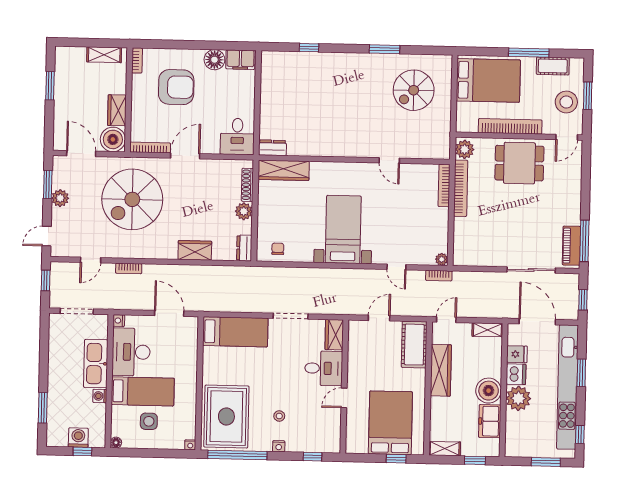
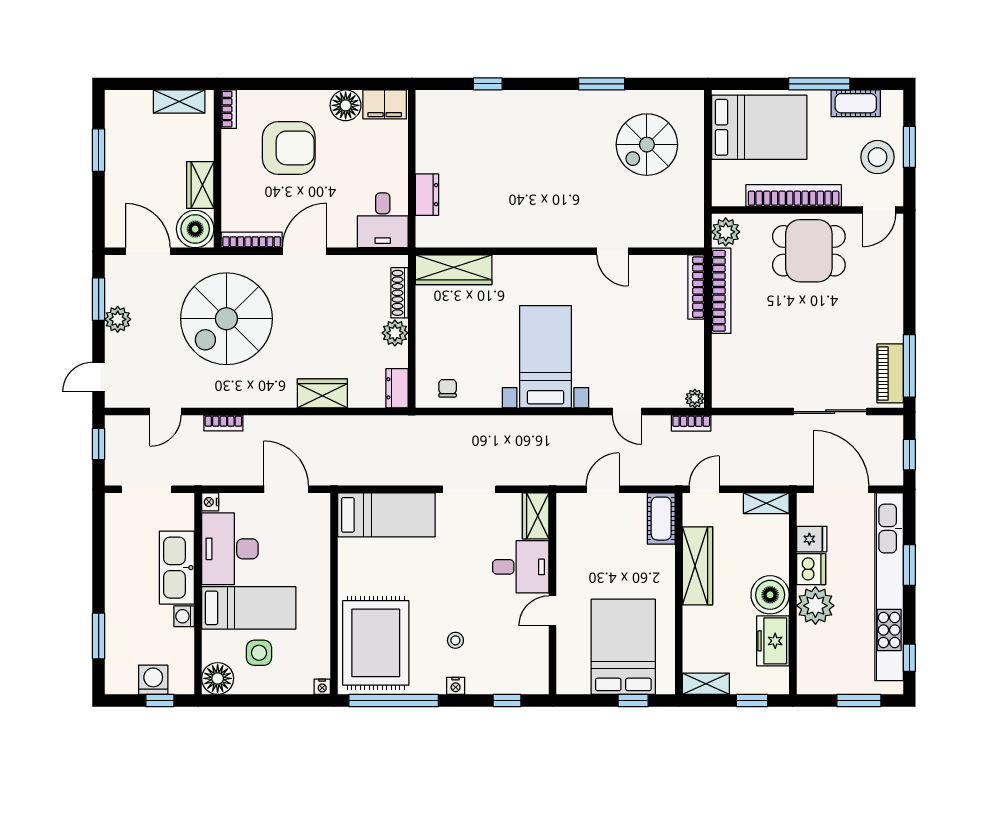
dresser: (272, 148) -> (427, 195), moved, turned 90
cot: (414, 345) -> (661, 519), width x0.73, depth x0.75
floor lamp: (116, 443) -> (218, 678), width x1.89, depth x1.89

